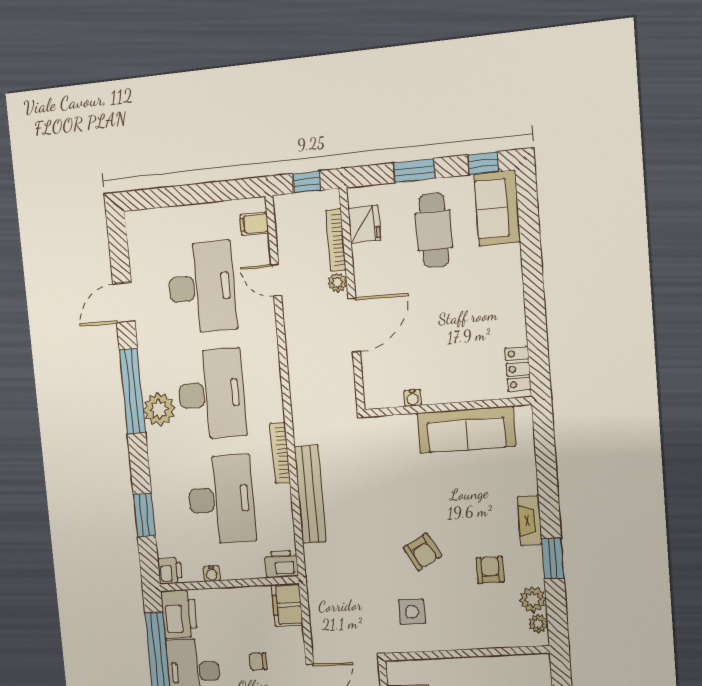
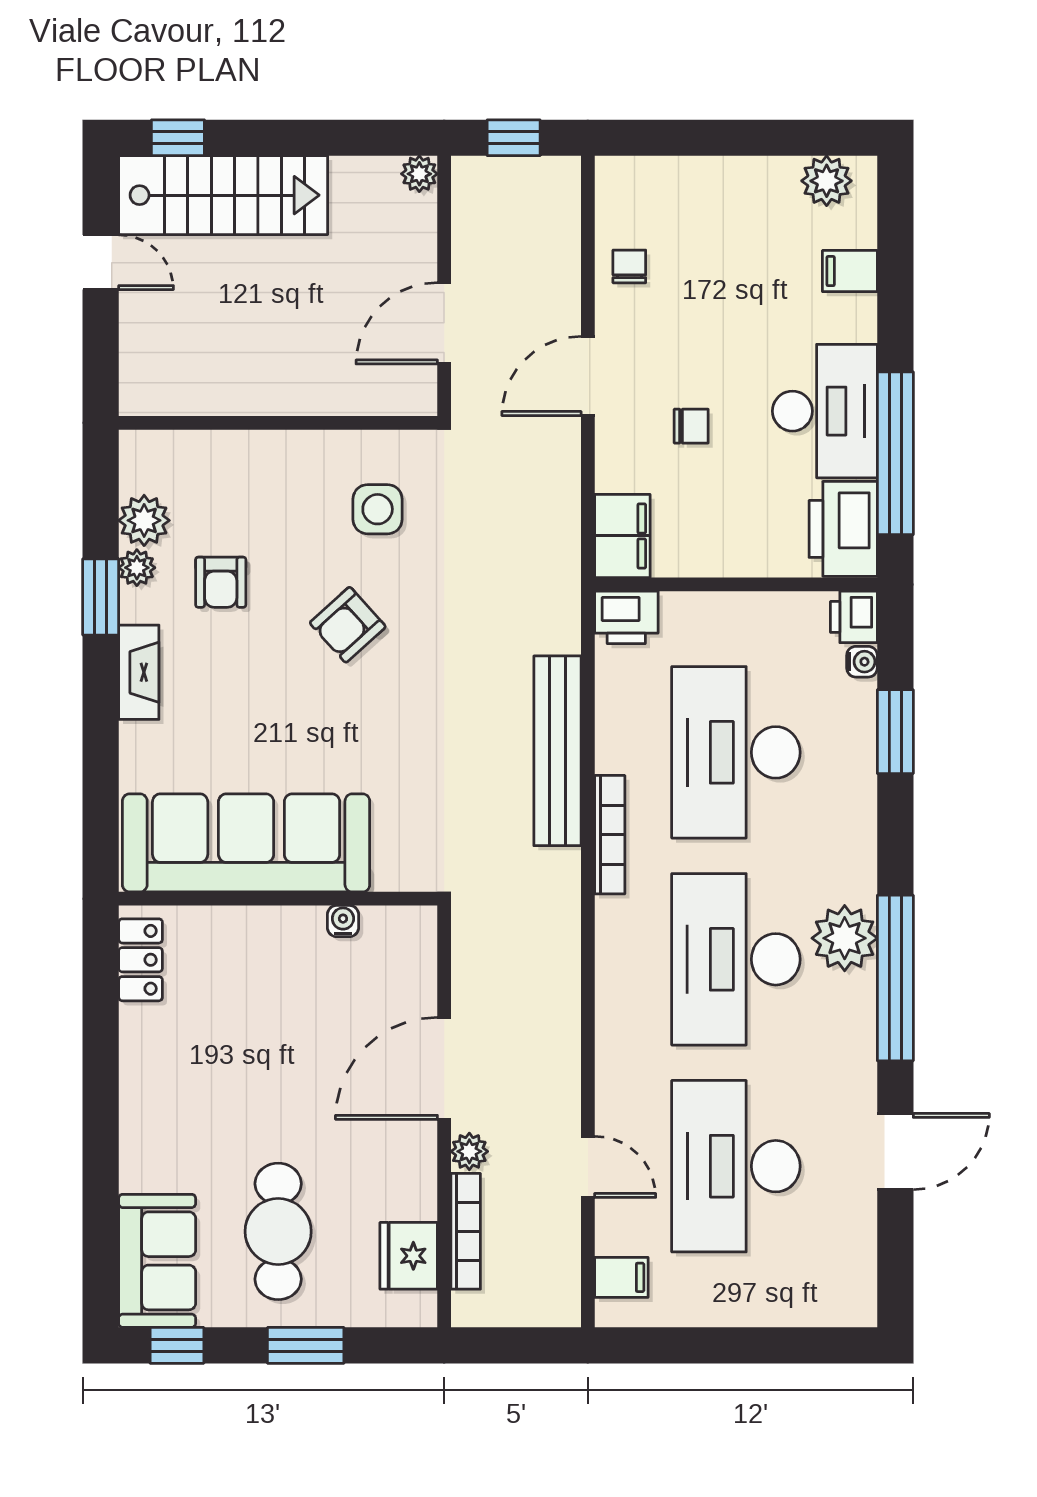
window: (307, 182) -> (513, 1345), removed
sofa: (466, 430) -> (246, 843), width x1.36, depth x1.27
armchair: (422, 552) -> (348, 625), turned -103
water cooler: (212, 574) -> (862, 662), moved, turned 90
plant: (538, 624) -> (137, 568), moved

